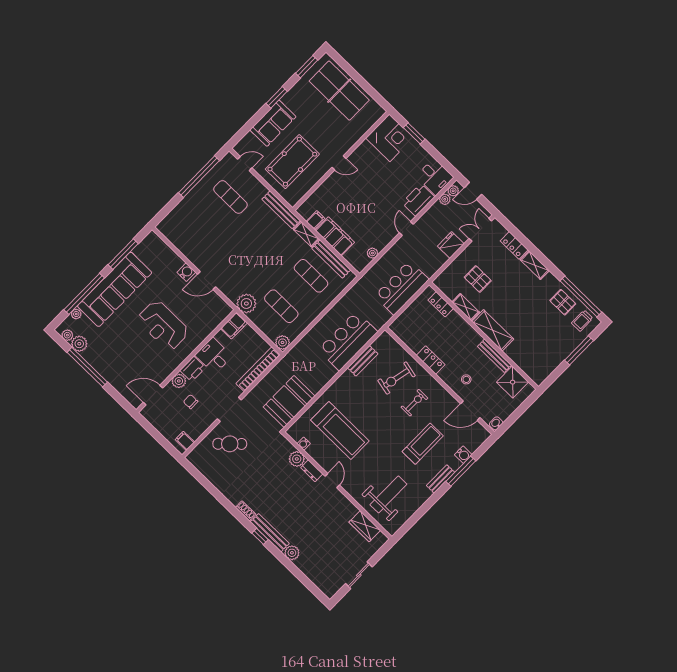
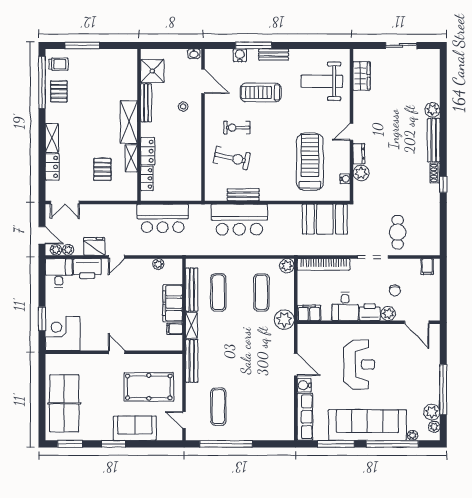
fridge: (451, 245) -> (94, 246), moved, turned 180
row of seats: (164, 251) -> (305, 417), added
locker: (431, 360) -> (148, 151), moved, turned 180
cafe table: (230, 444) -> (398, 232), turned 44
window: (260, 536) -> (443, 184), moved

